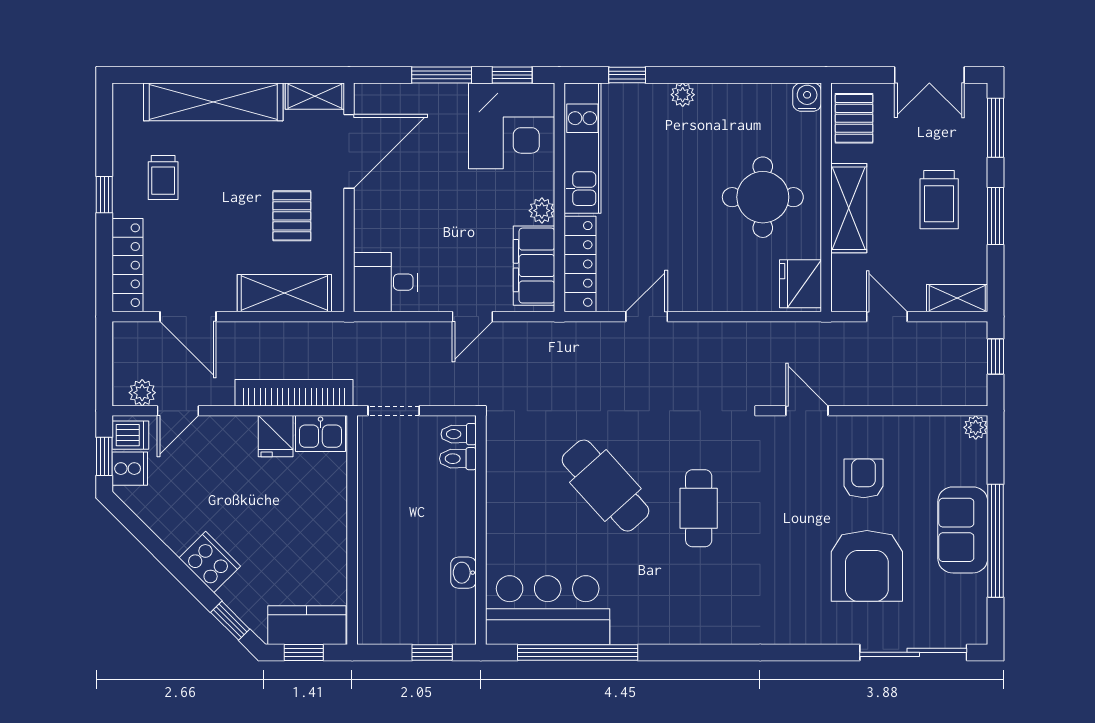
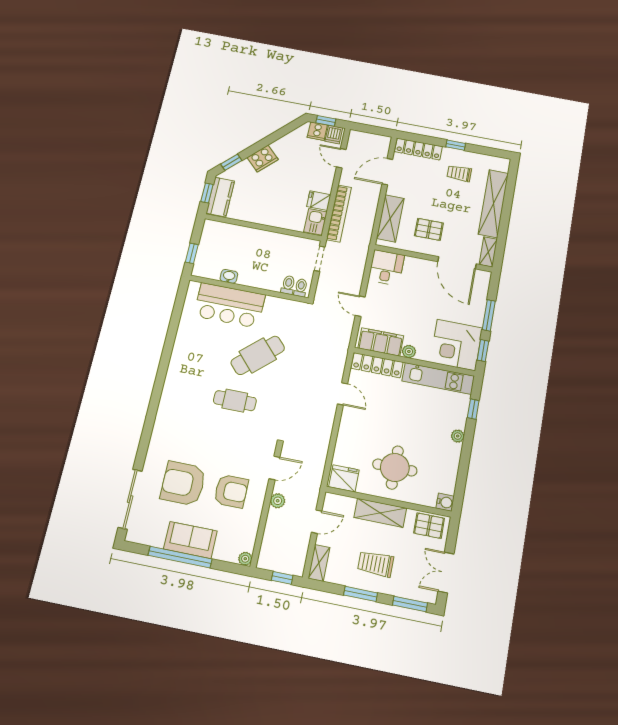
plant: (142, 393) -> (278, 501), moved
armchair: (864, 478) -> (231, 491), width x1.38, depth x1.38
bar counter: (548, 610) -> (229, 305), moved, turned 90
window: (578, 652) -> (174, 324), removed

